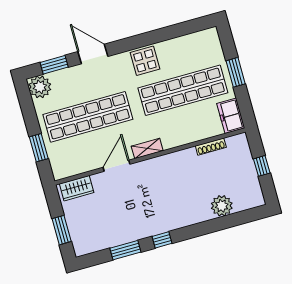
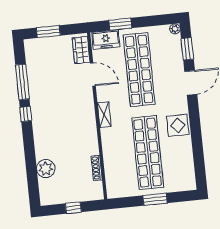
plant: (40, 87) -> (175, 29), width x0.53, depth x0.53
freezer: (231, 116) -> (106, 40), moved, turned 180
door: (117, 166) -> (93, 74), moved
window: (125, 250) -> (22, 82), width x1.44

